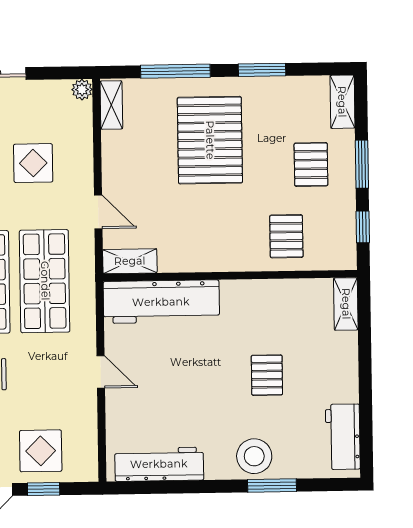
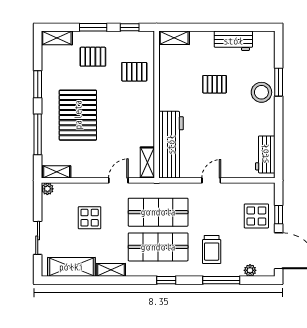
pallet: (210, 140) -> (78, 115), turned 90
workbench: (343, 437) -> (233, 41), moved
workbench: (159, 464) -> (265, 154), width x0.73

